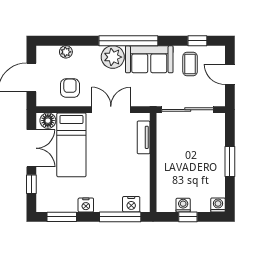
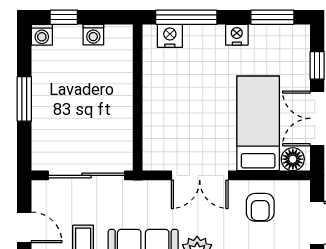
tv unit: (144, 137) -> (152, 134), removed
window: (188, 217) -> (64, 17), moved

